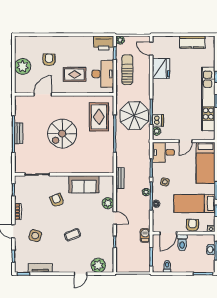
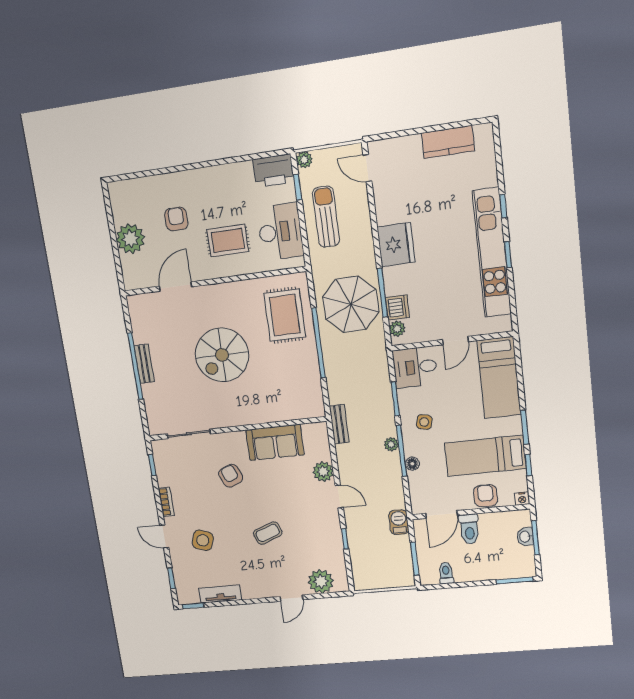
fridge: (161, 69) -> (396, 244), moved

